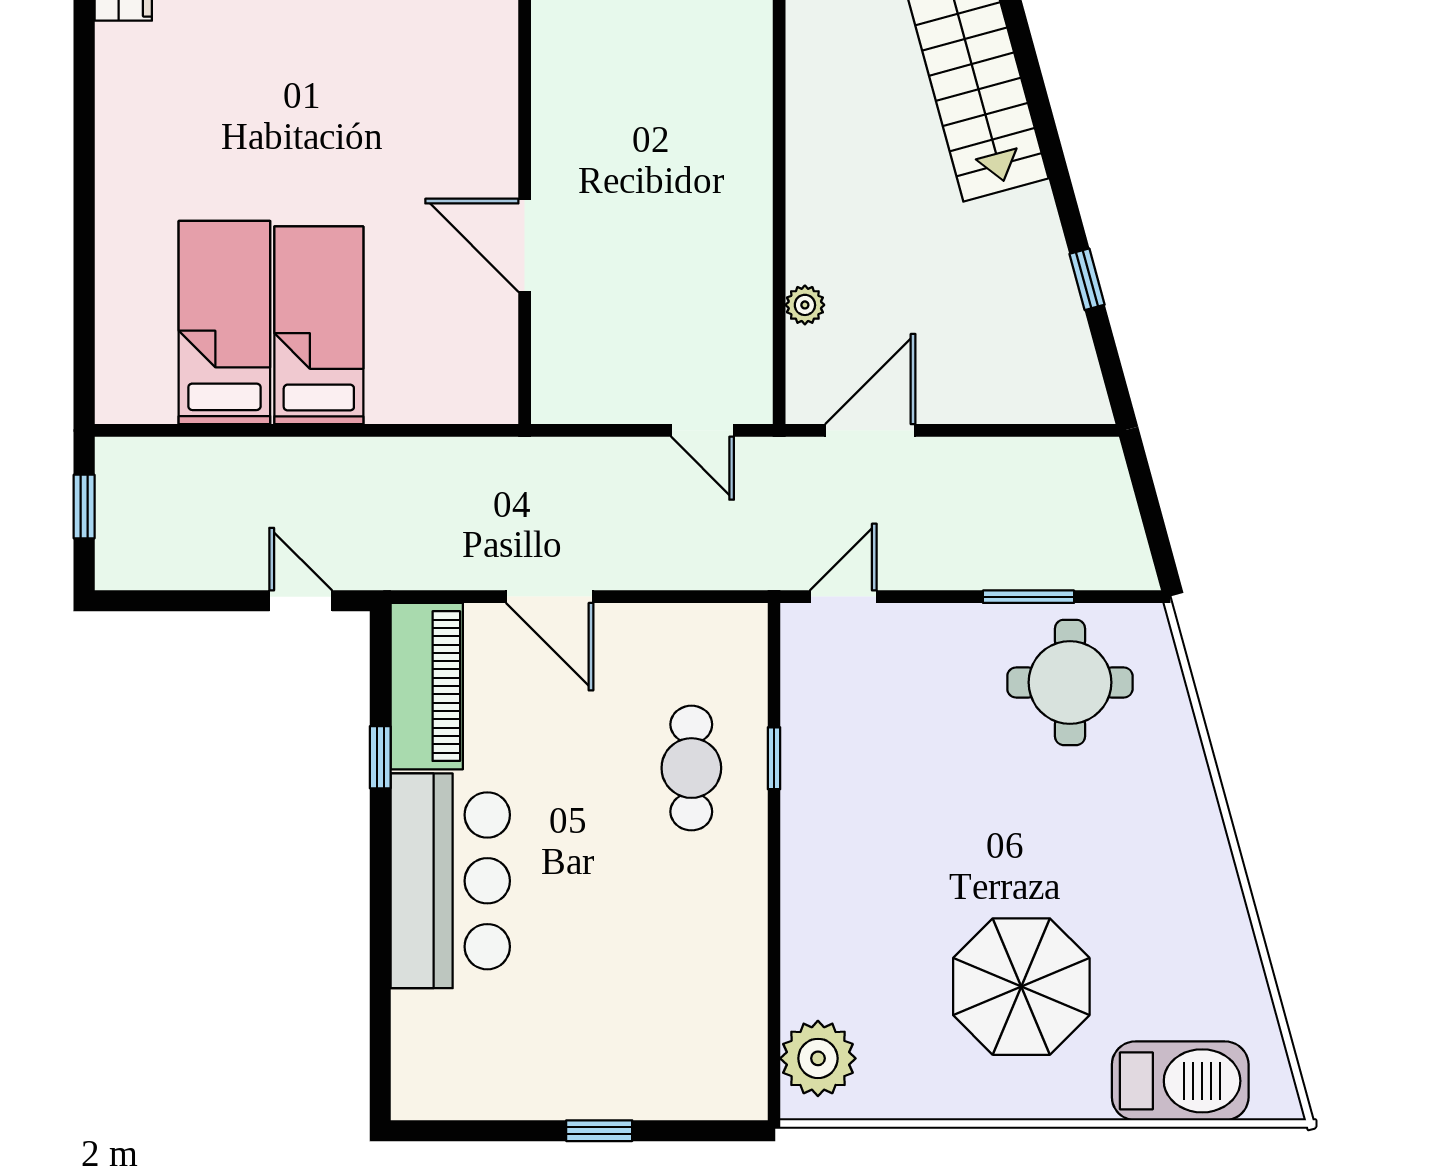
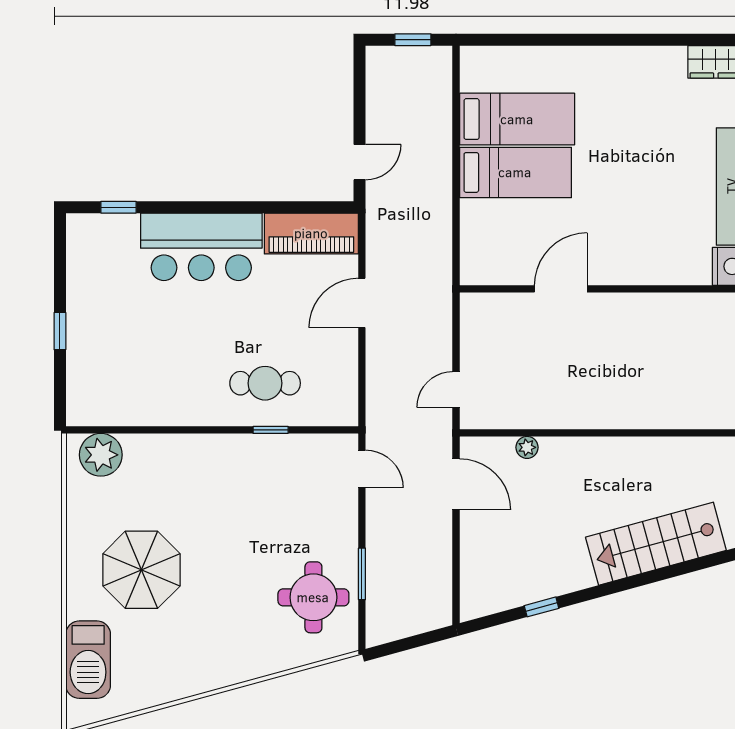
window: (380, 757) -> (118, 207), moved

